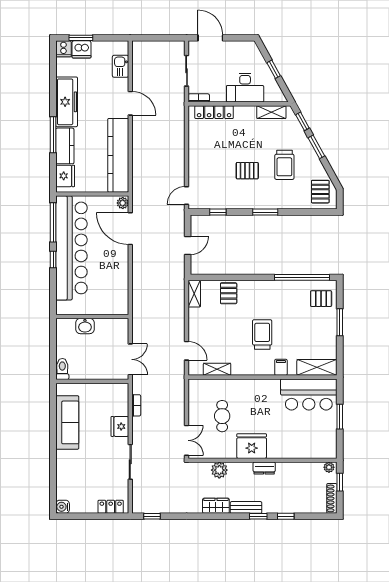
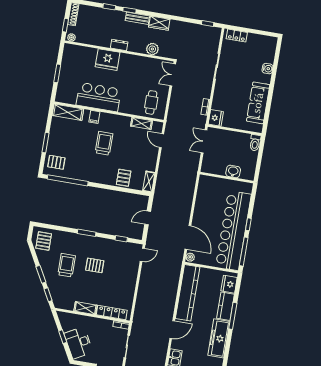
desk: (245, 88) -> (79, 343), moved, turned -119
door: (130, 103) -> (172, 330), swing flipped
shelving: (271, 112) -> (86, 308), moved
trolley: (262, 334) -> (104, 143), turned 180
bar counter: (309, 394) -> (99, 97), moved
cafe table: (222, 416) -> (151, 102), moved
fridge: (120, 426) -> (216, 118), moved
fridge: (252, 446) -> (108, 60), moved
water cooler: (63, 507) -> (267, 69), moved

